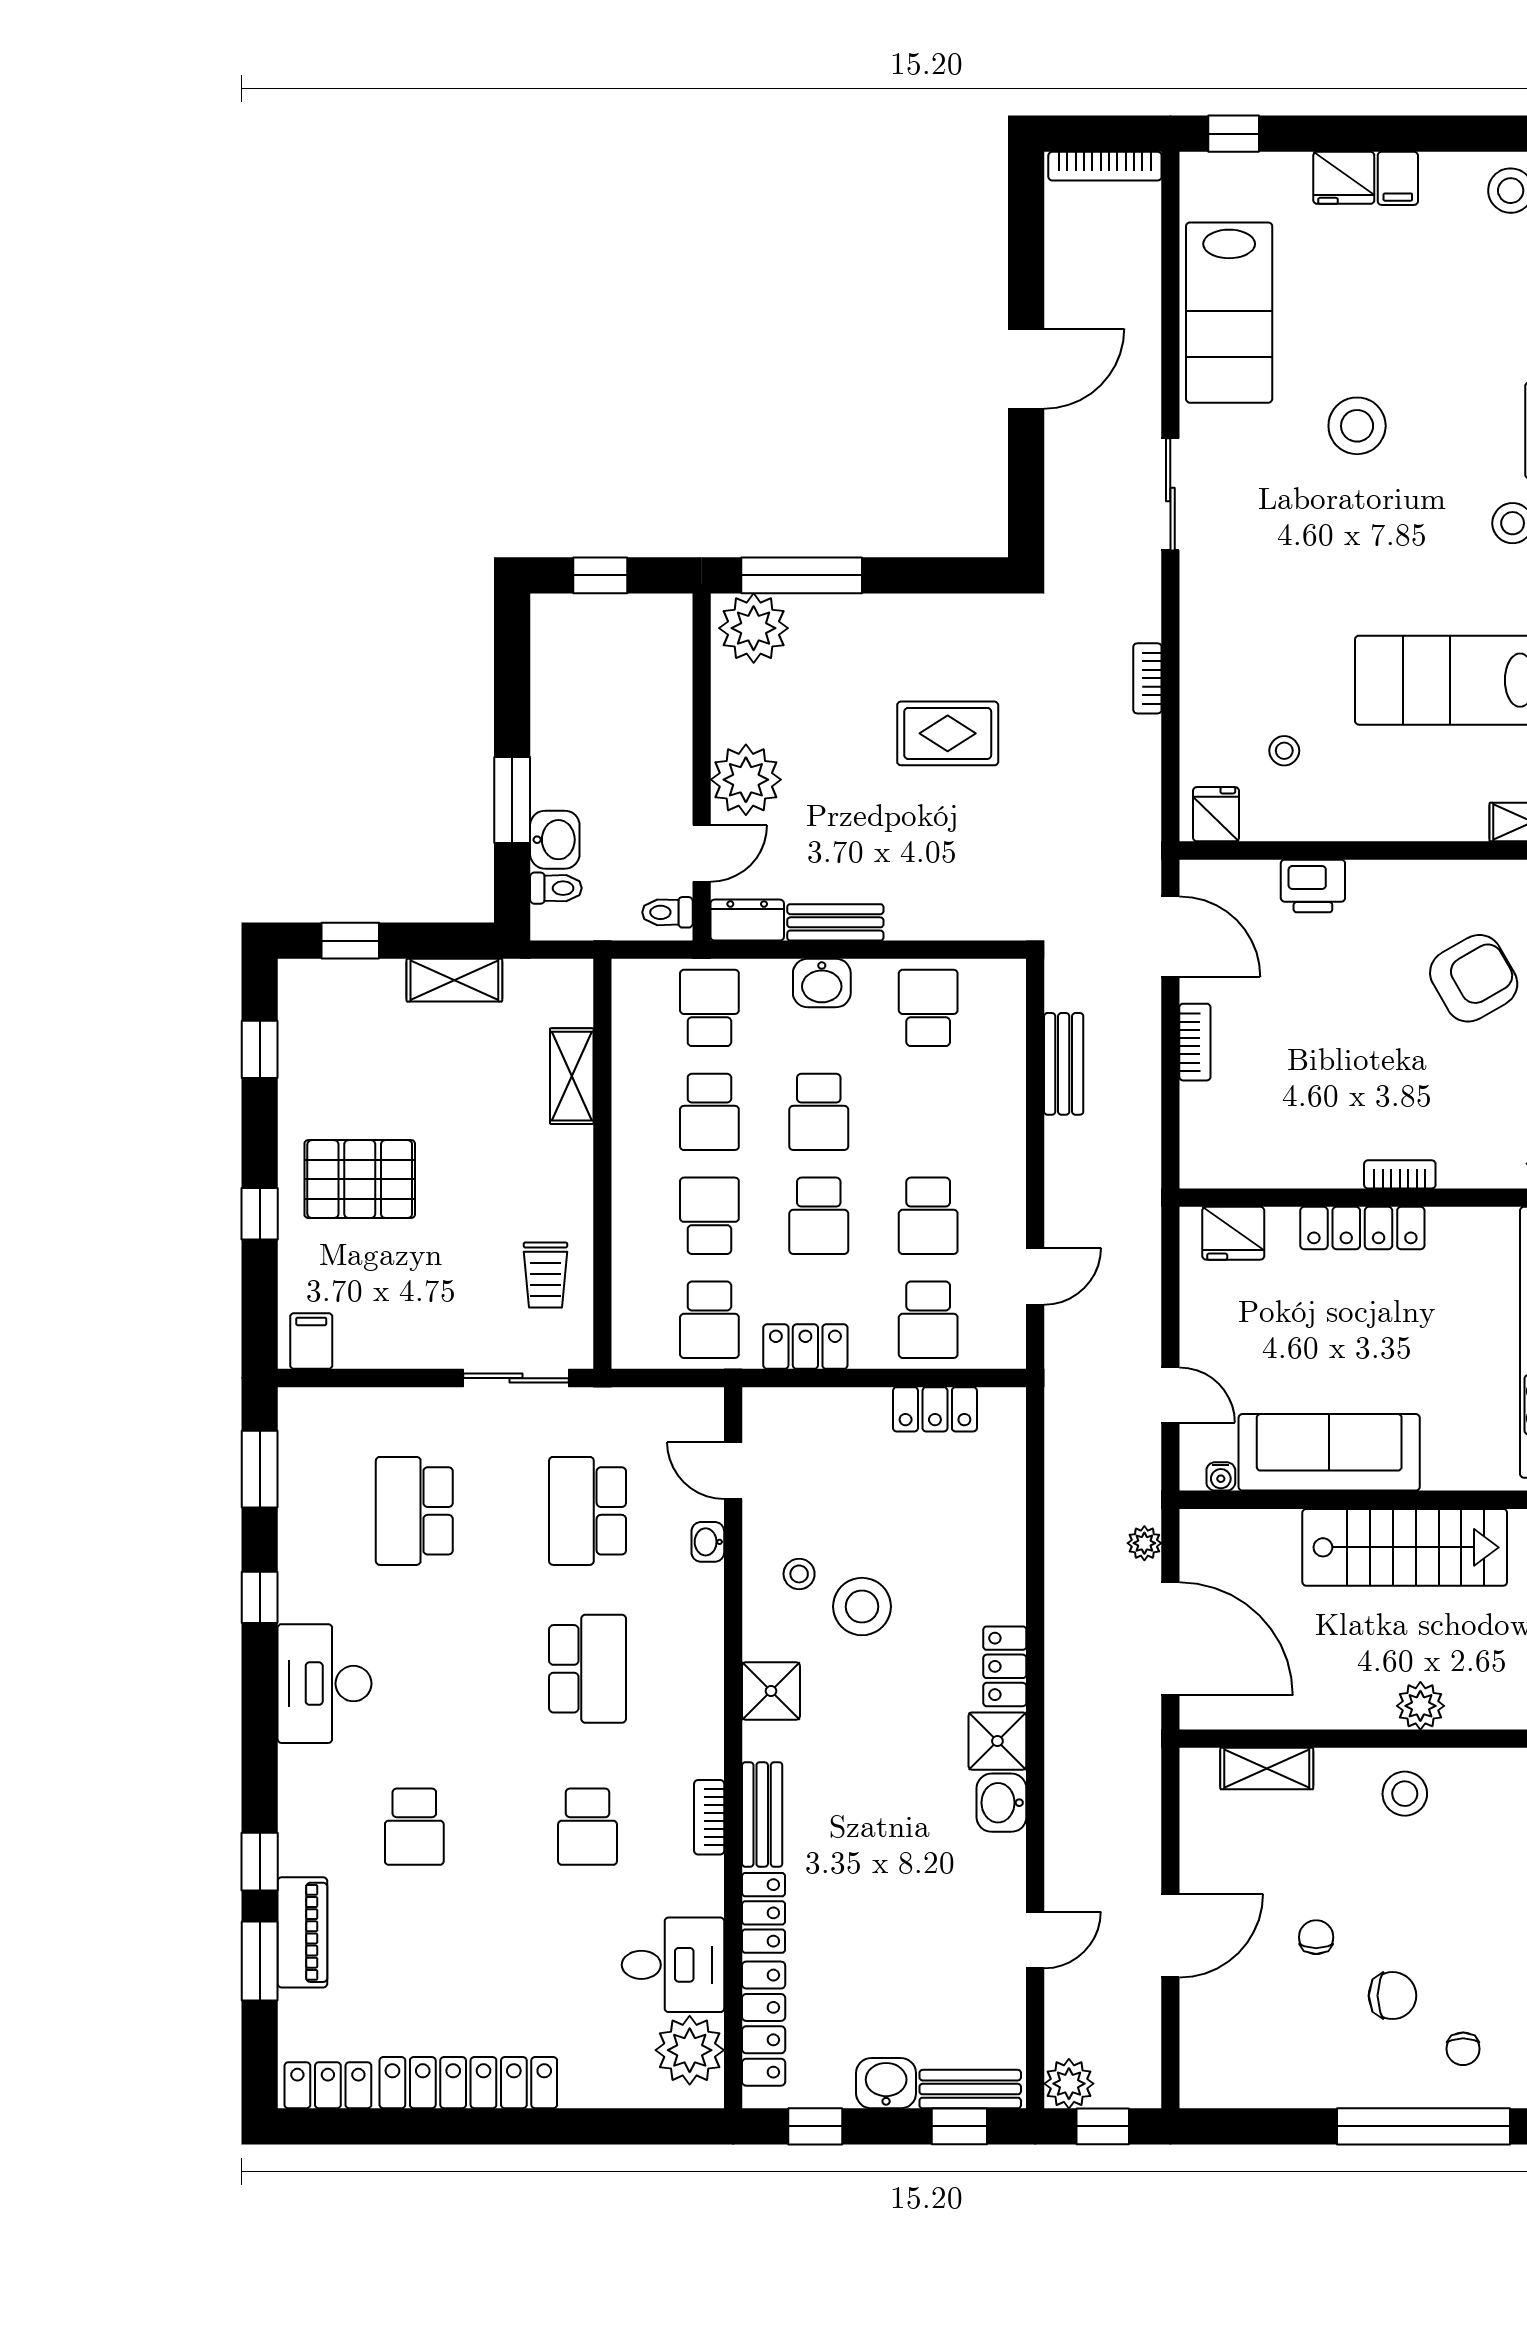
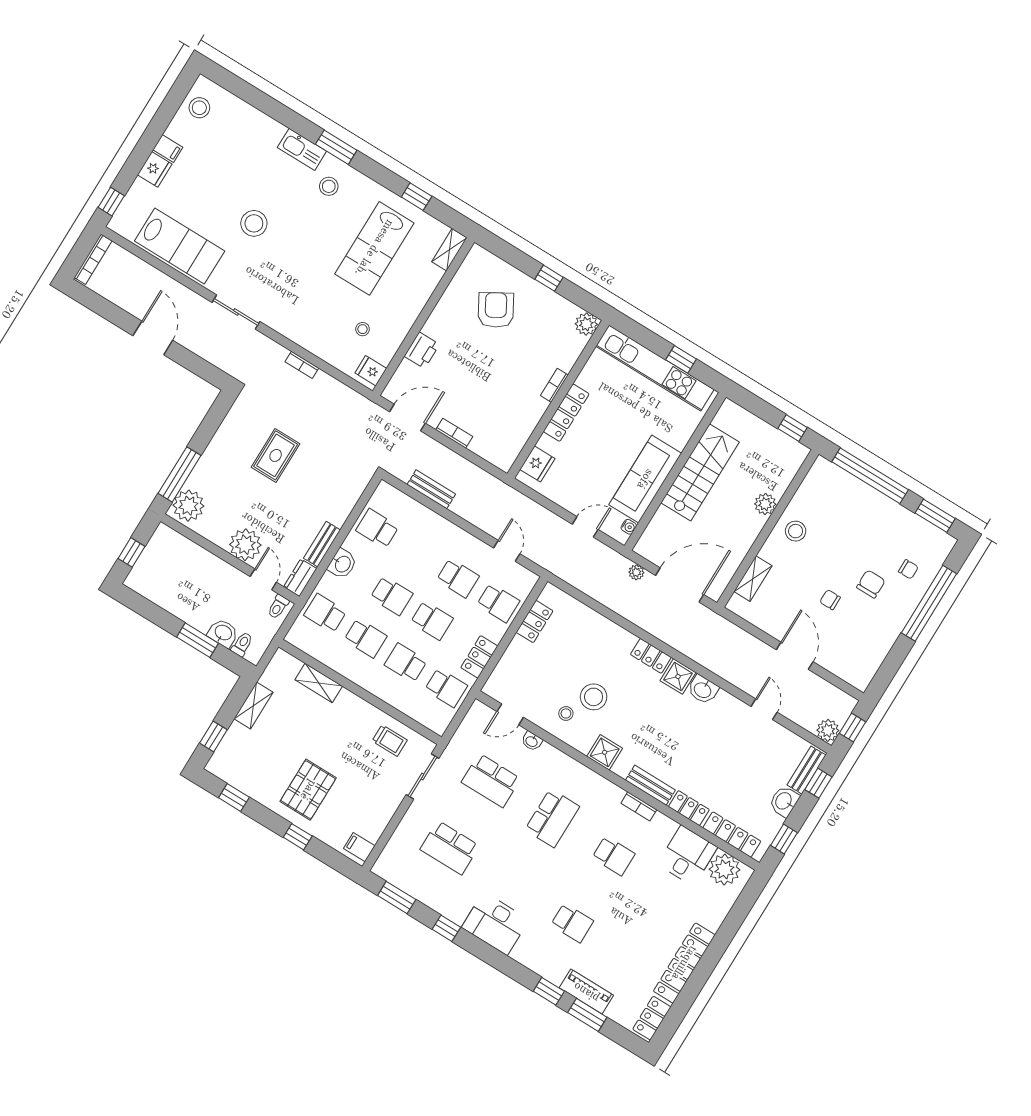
school desk: (588, 1669) -> (552, 818), turned 90

